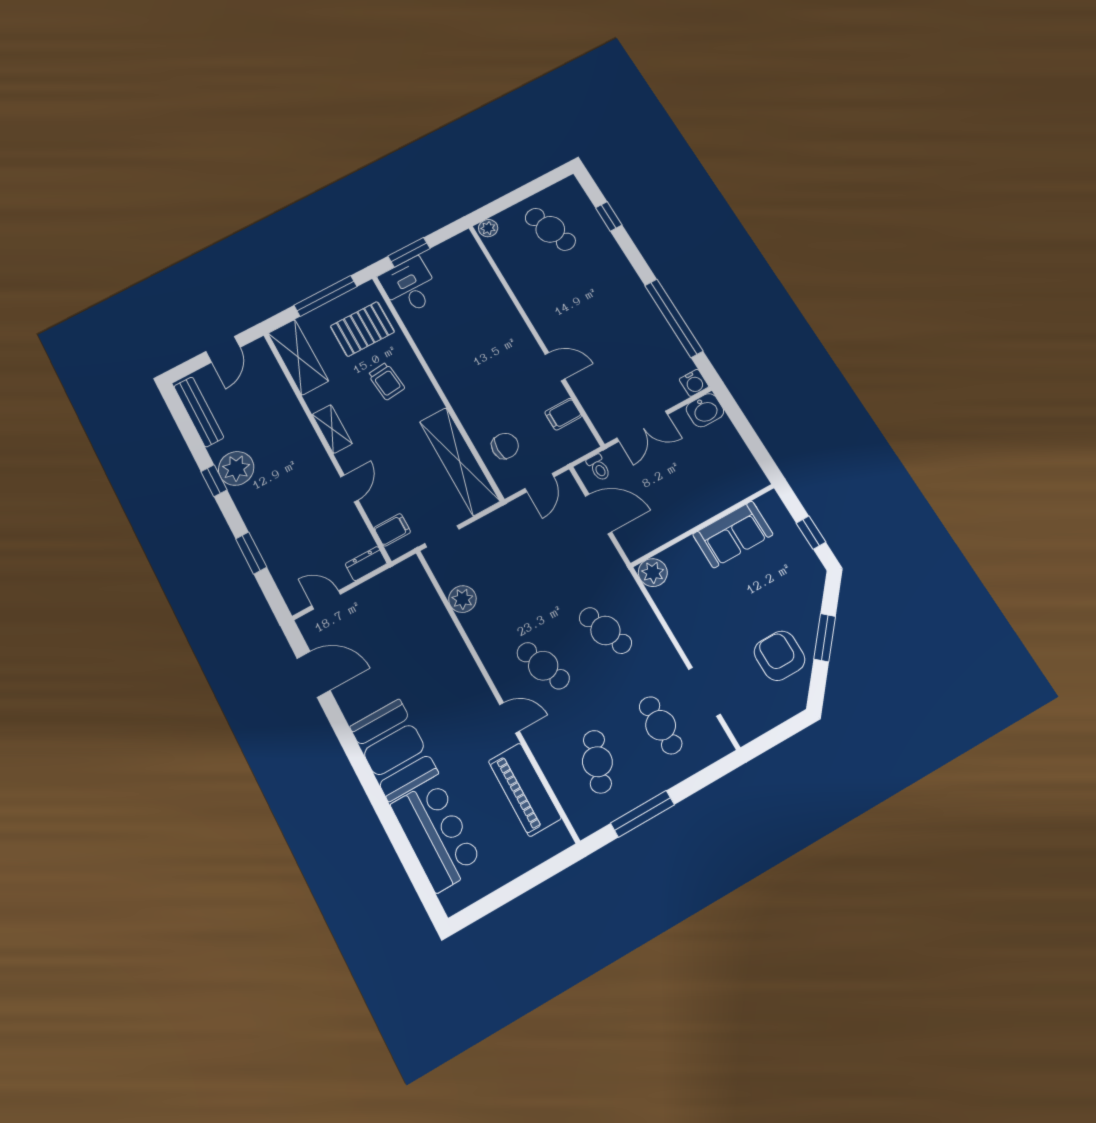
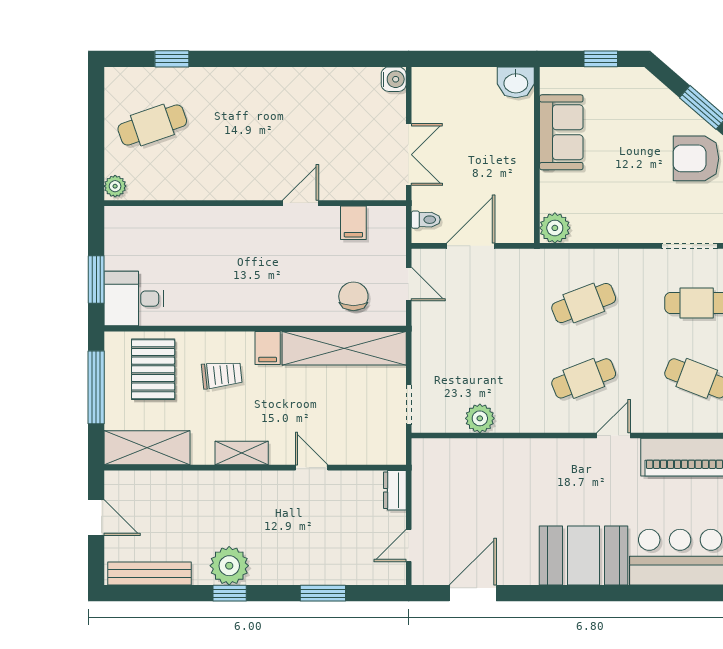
window: (674, 318) -> (317, 59), removed
washbasin: (705, 410) -> (516, 82), moved, turned 90
filing cabinet: (392, 530) -> (268, 348), moved, turned 180

